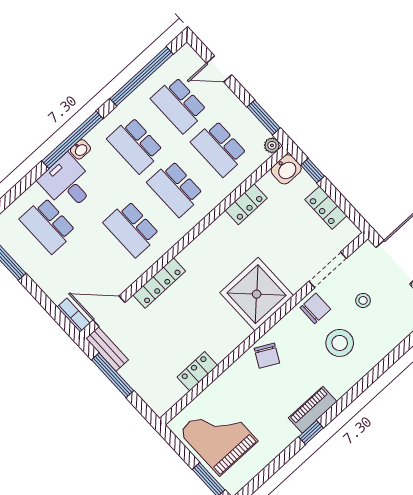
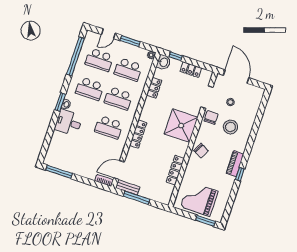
window: (264, 117) -> (130, 41), moved
window: (72, 140) -> (60, 102), width x0.47
school desk: (48, 225) -> (70, 147), removed
locker: (159, 283) -> (138, 134), moved
locker: (197, 371) -> (175, 170), width x1.53

